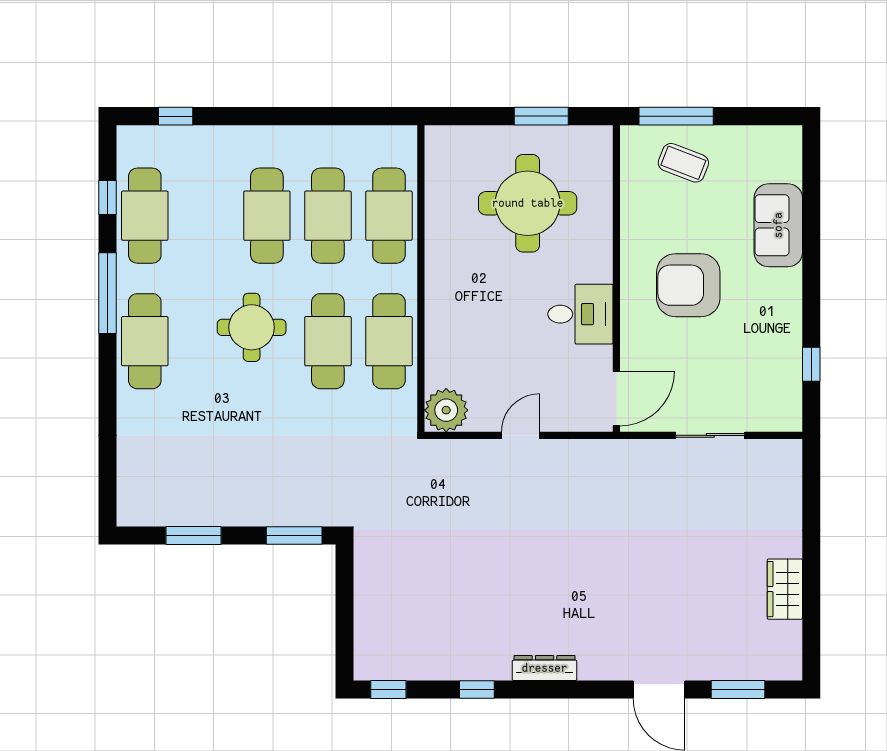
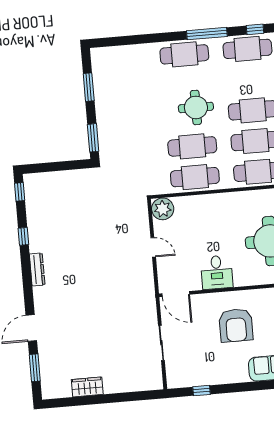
armchair: (688, 285) -> (236, 325), turned 180

